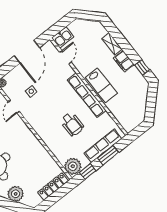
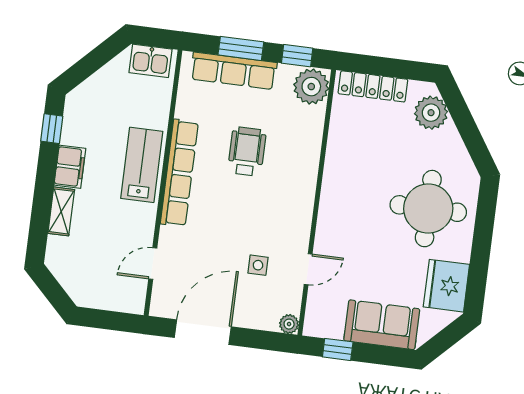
kitchen sink: (63, 37) -> (150, 61), moved, turned 180
plant: (16, 194) -> (431, 113), moved

